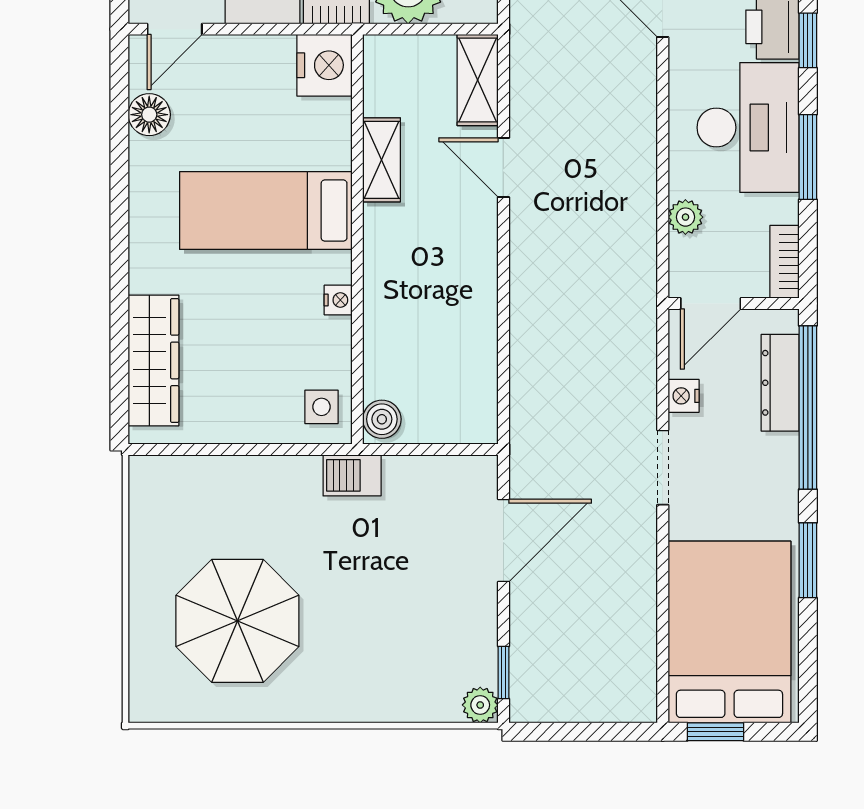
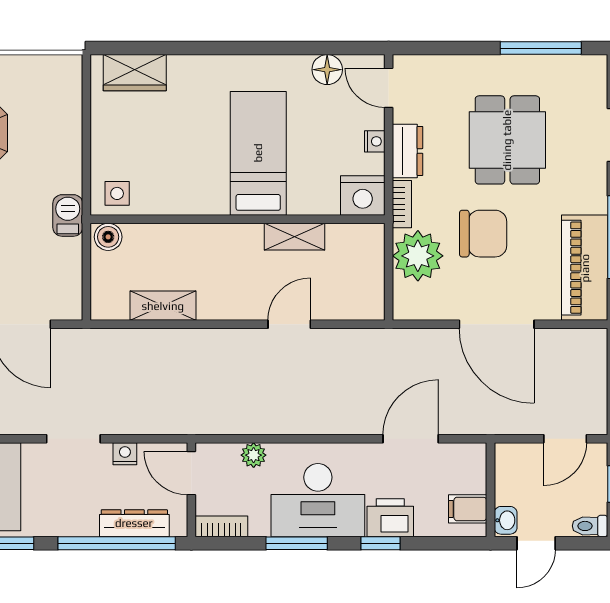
shelving: (478, 80) -> (163, 306), moved
nightstand: (338, 300) -> (375, 141), moved, turned -90
wardrobe: (153, 360) -> (135, 73), width x0.67

